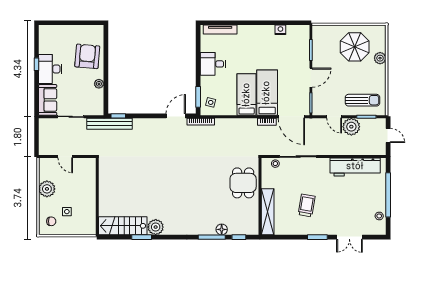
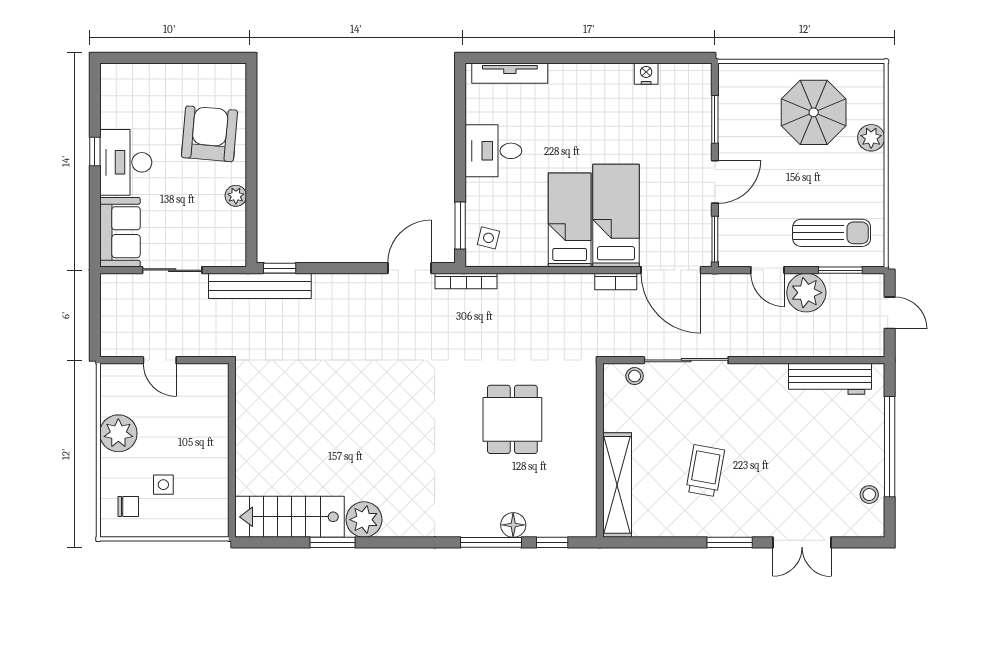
workbench: (355, 167) -> (830, 379), width x0.73, depth x0.76
dining table: (243, 183) -> (512, 419), moved

